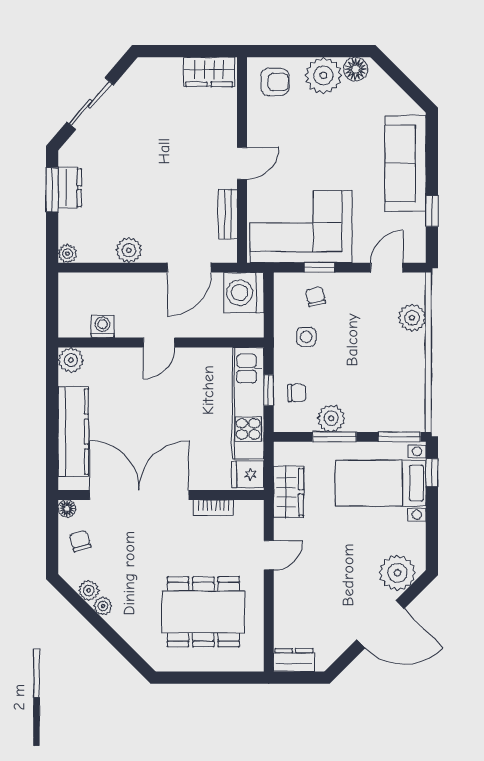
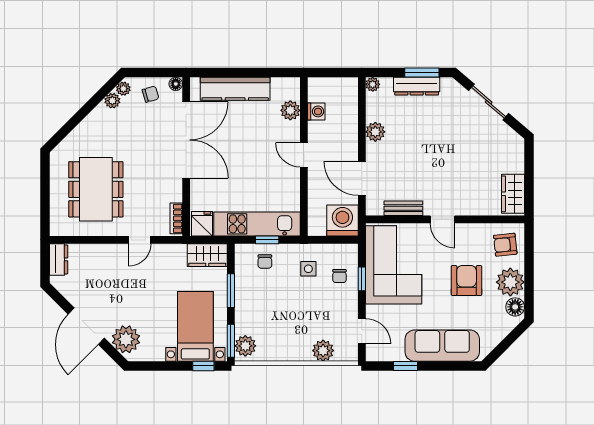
armchair: (275, 82) -> (505, 245), turned 84
armchair: (321, 132) -> (467, 280), added
dresser: (70, 188) -> (417, 86), width x1.44
chair: (316, 296) -> (339, 276), turned 102
plant: (71, 360) -> (290, 110), moved
plant: (331, 418) -> (245, 346), moved
wardrobe: (288, 492) -> (207, 255), moved
bookcase: (214, 508) -> (176, 218), moved
door: (269, 555) -> (140, 240), hinge flipped
plant: (103, 606) -> (123, 89), moved

